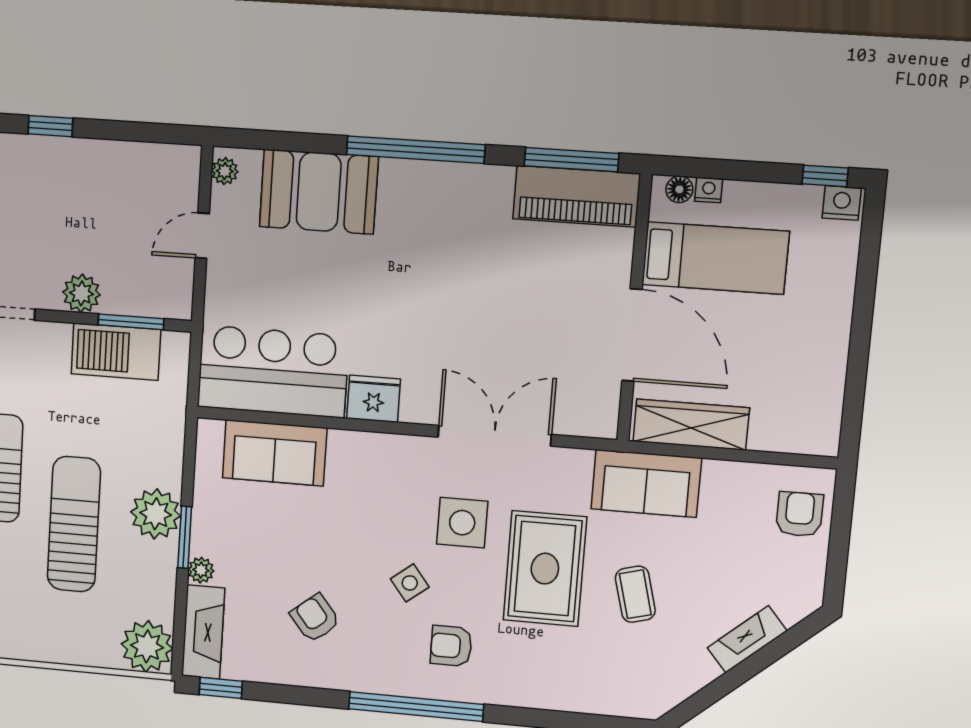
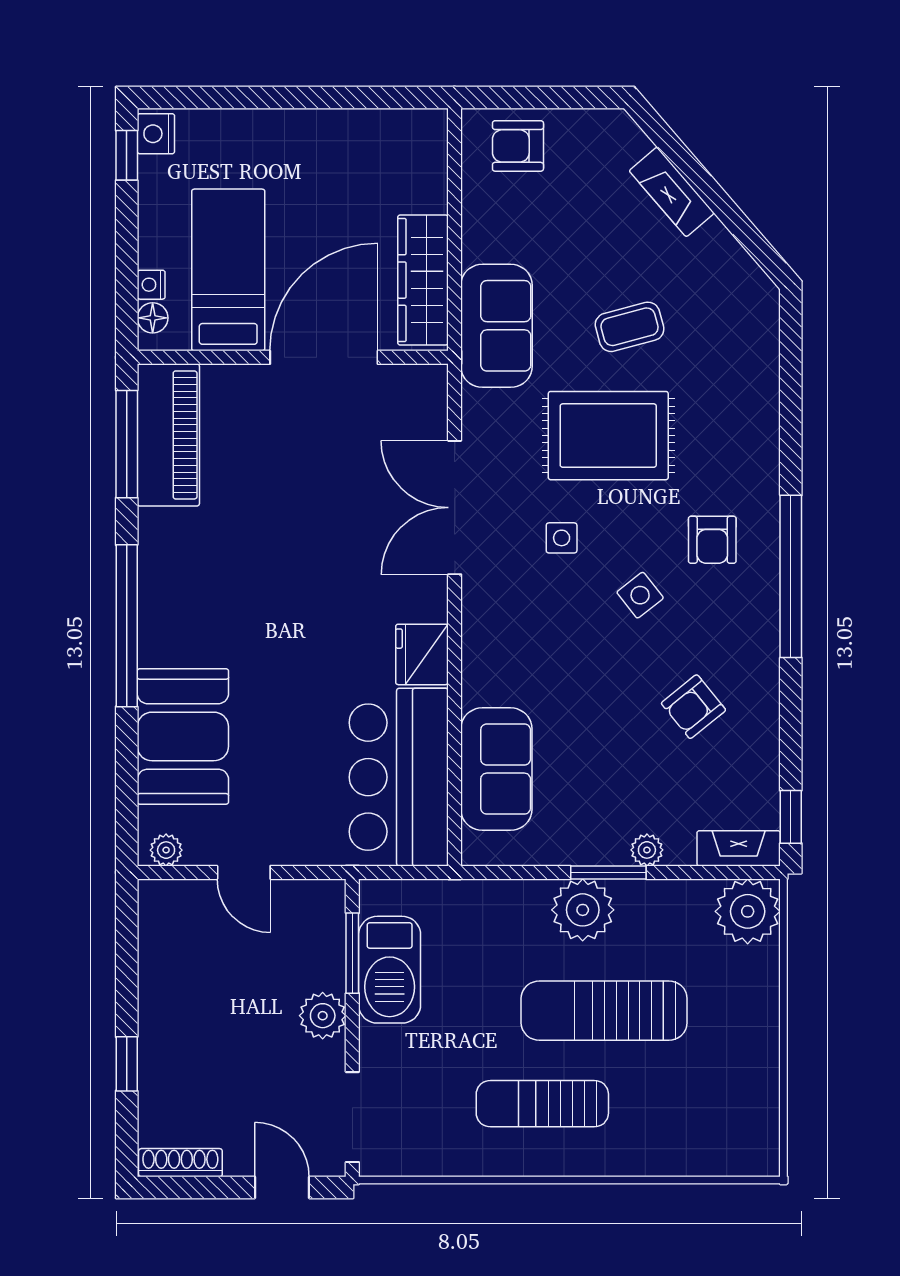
side table: (462, 523) -> (562, 538), width x0.54, depth x0.54
fireplace: (203, 632) -> (739, 848), width x0.73, depth x0.76

